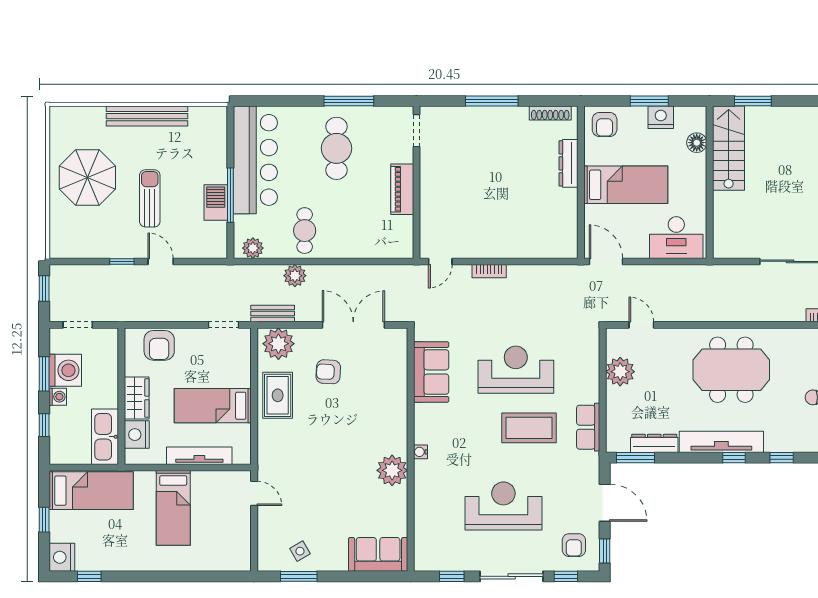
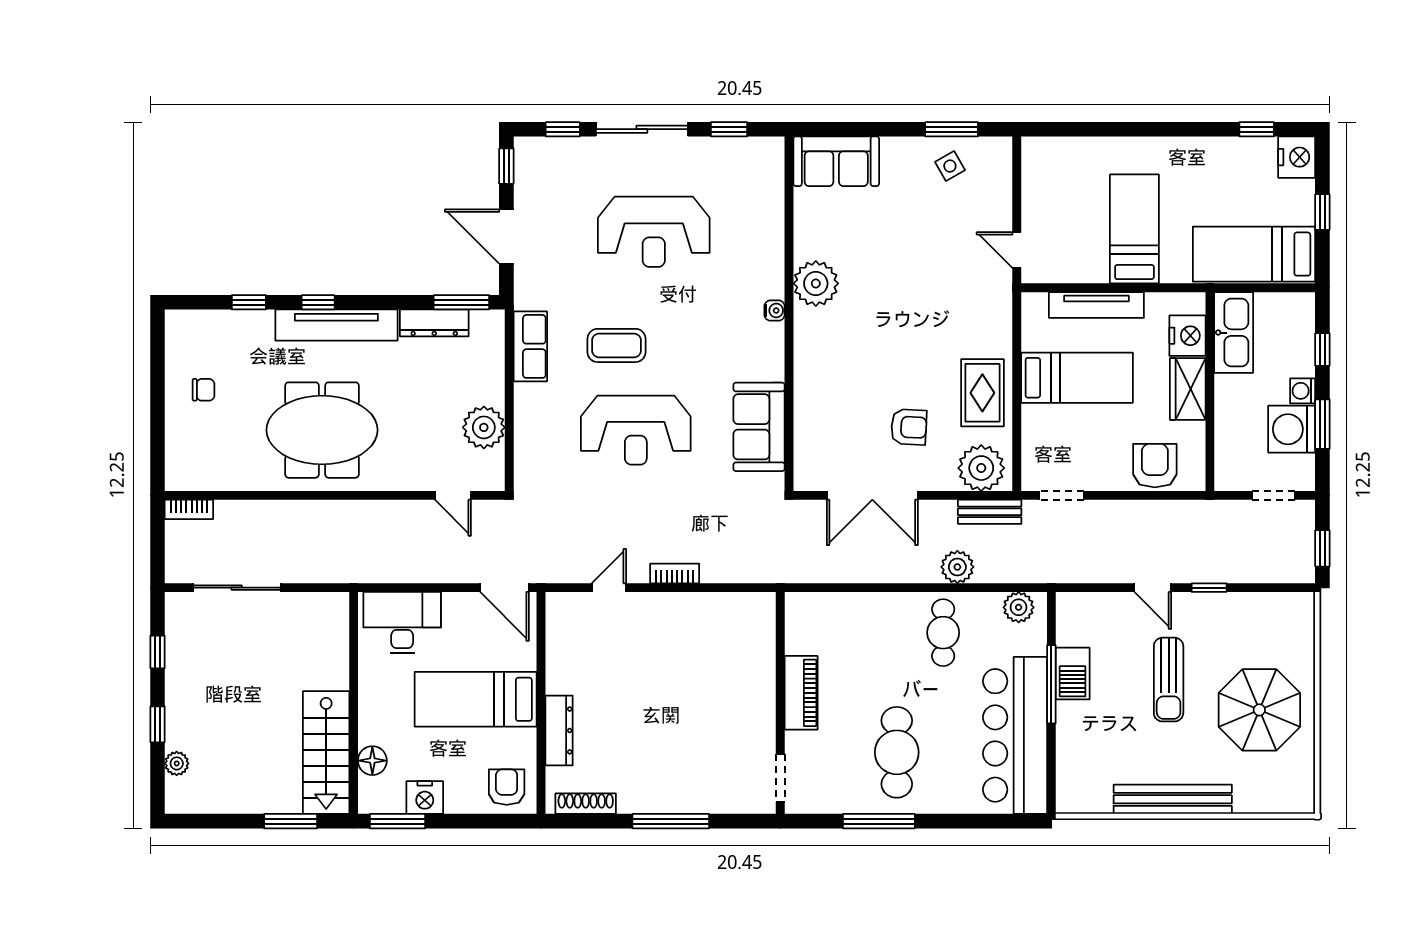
window: (649, 101) -> (398, 821), moved
door: (440, 261) -> (609, 588), moved
coffee table: (529, 428) -> (616, 345), width x0.73, depth x0.76
armchair: (574, 545) -> (551, 175), removed

